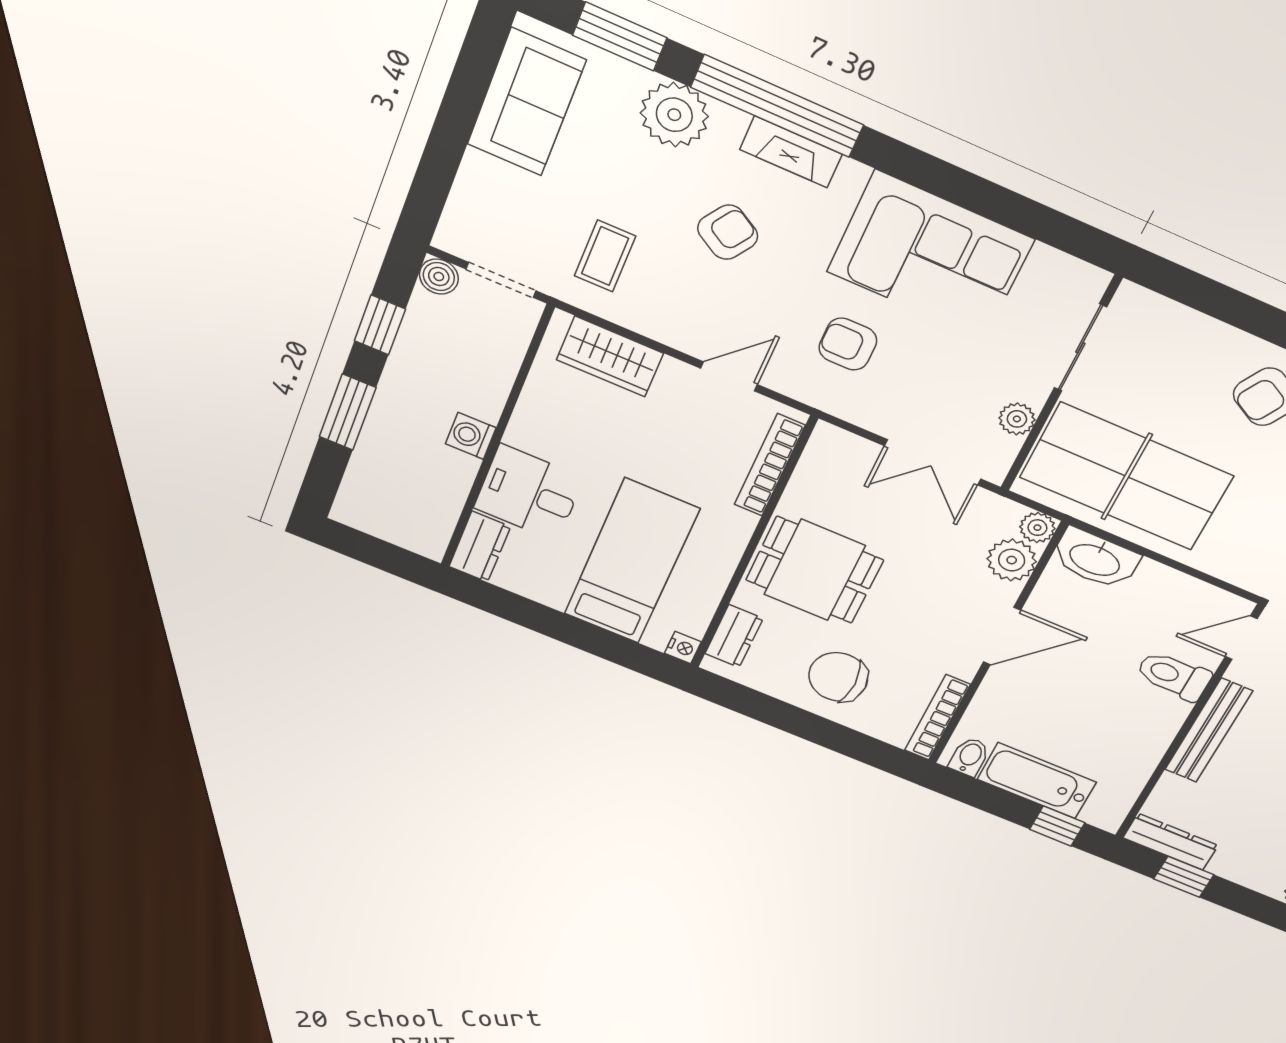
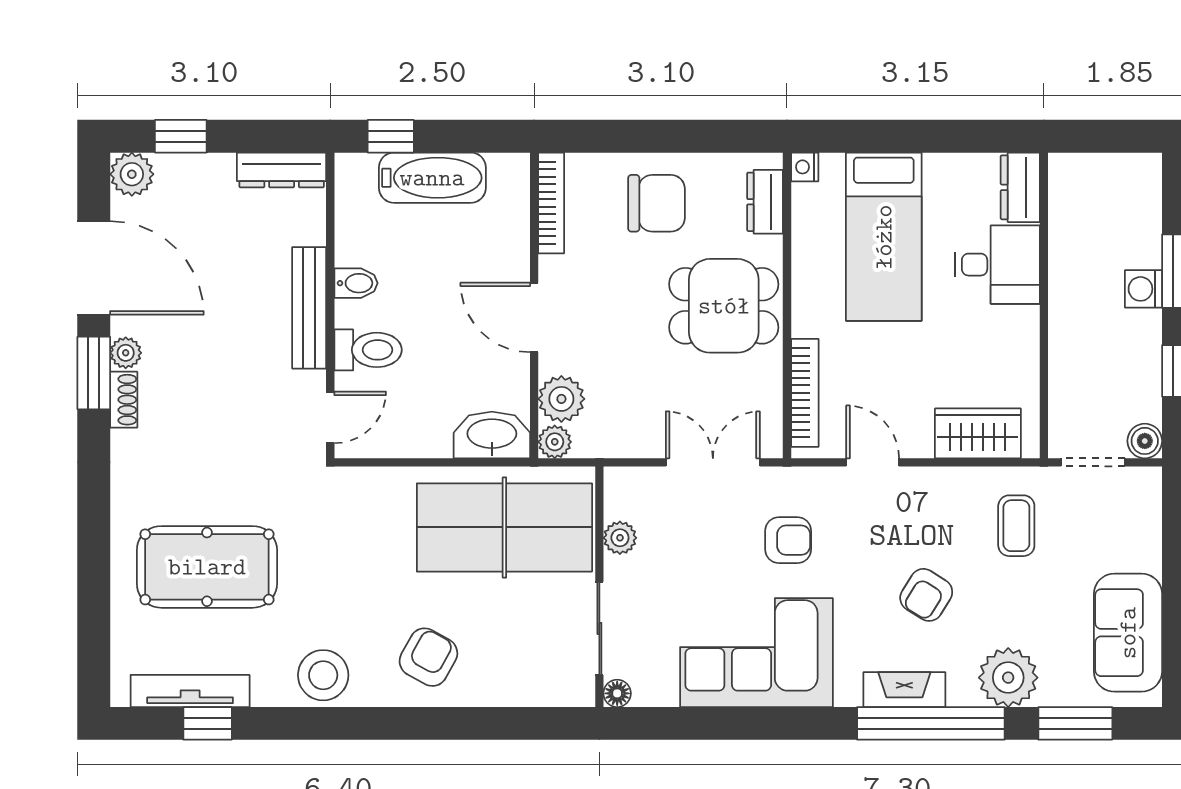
floor lamp: (1094, 280) -> (617, 693), added
door: (729, 376) -> (873, 462), swing flipped
washing machine: (471, 436) -> (1143, 289), moved, turned 180
double door: (933, 462) -> (713, 462), moved
door: (1002, 636) -> (534, 317), hinge flipped
bidet: (969, 757) -> (356, 283), moved, turned -90
window: (1184, 877) -> (181, 136), moved

